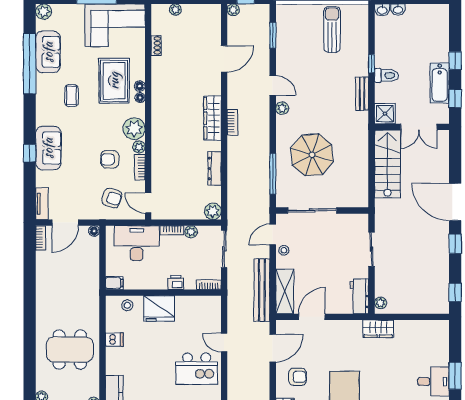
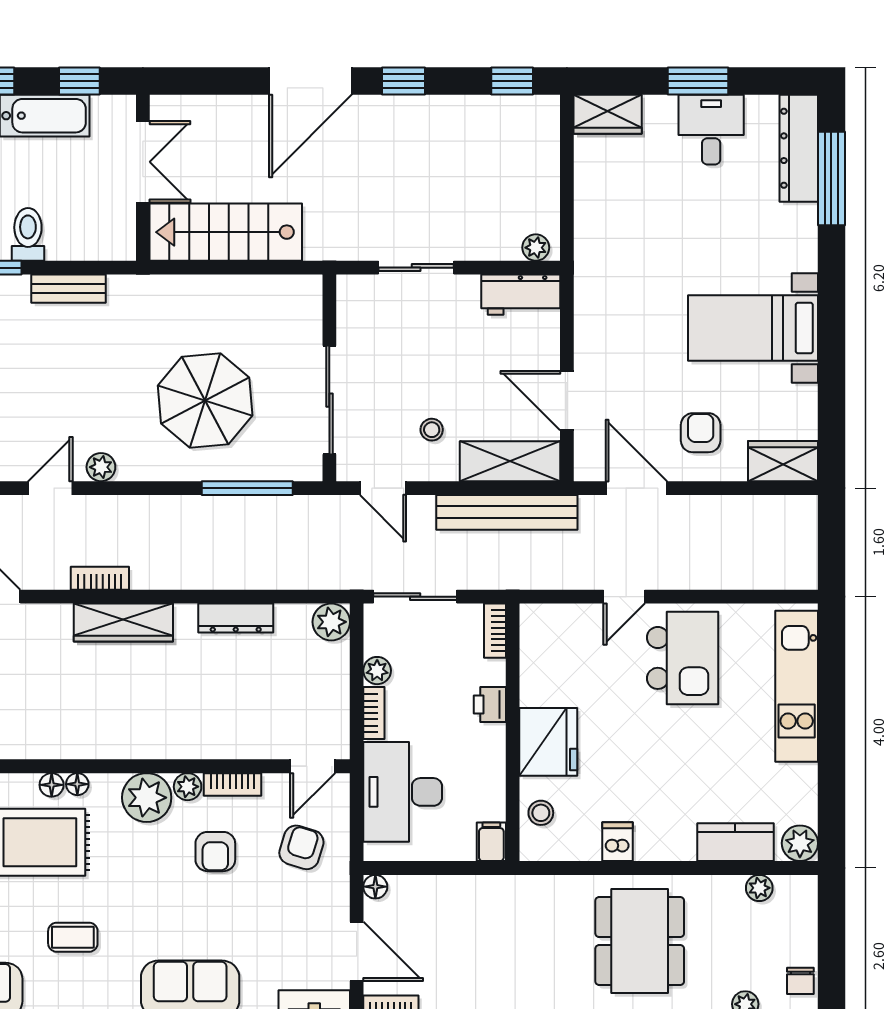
shower: (385, 114) -> (113, 238), removed
bookcase: (232, 122) -> (100, 578), moved
stool: (284, 250) -> (432, 430), moved
wardrobe: (378, 329) -> (608, 114), moved, turned 90

